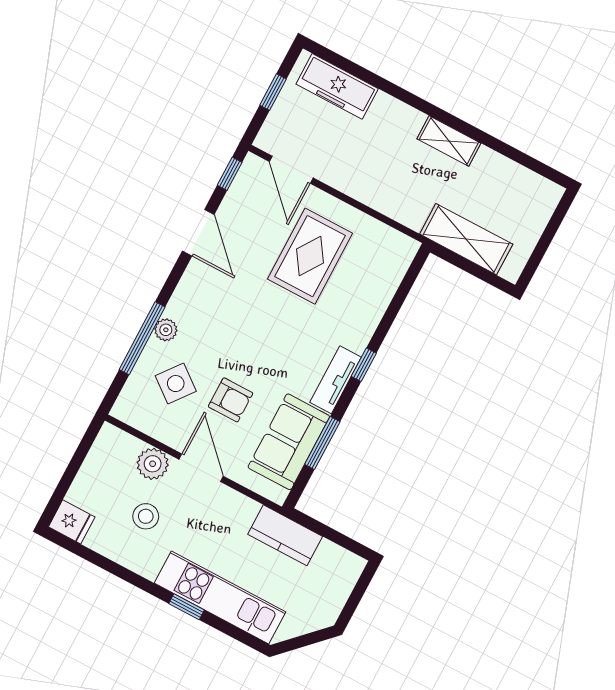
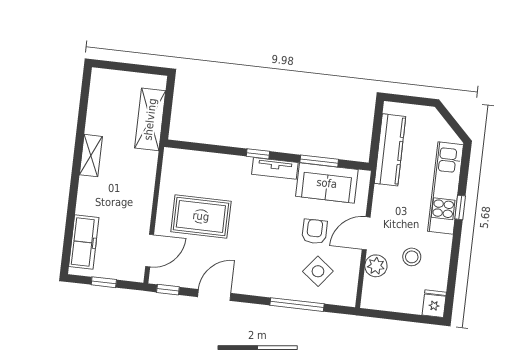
plant: (166, 330) -> (286, 291), removed
kitchen counter: (285, 535) -> (390, 150), width x1.50

